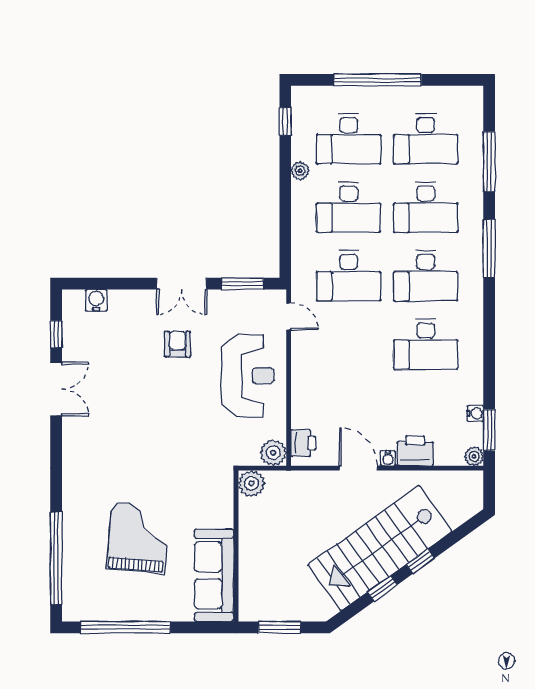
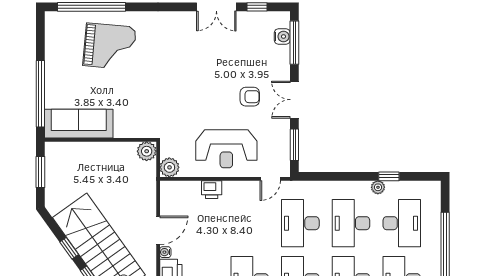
window: (285, 121) -> (389, 176), moved
desk: (349, 139) -> (402, 223), turned 180
window: (105, 284) -> (294, 43), added
printer: (303, 443) -> (212, 190), moved
grand piano: (138, 538) -> (110, 46), moved
window: (125, 627) -> (40, 94), moved

